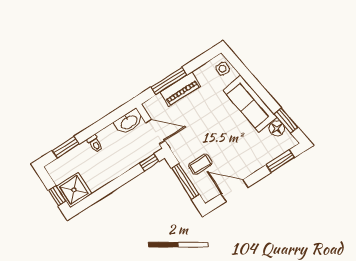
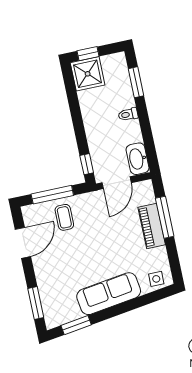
floor lamp: (277, 128) -> (72, 312), removed

